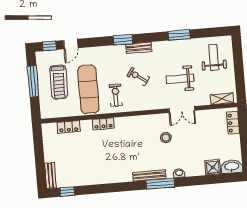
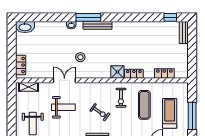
exercise mat: (88, 89) -> (144, 105), width x0.73, depth x0.69
shower: (213, 167) -> (117, 72), moved

